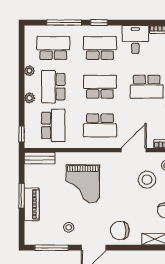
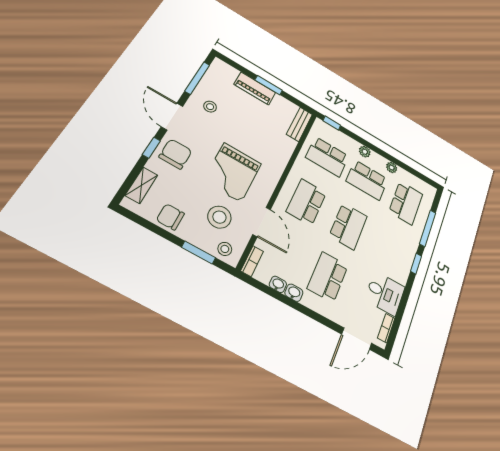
school desk: (100, 48) -> (389, 250), removed
school desk: (53, 87) -> (367, 180), turned 180
grand piano: (83, 184) -> (232, 172), moved, turned -90
window: (125, 248) -> (151, 148), added

